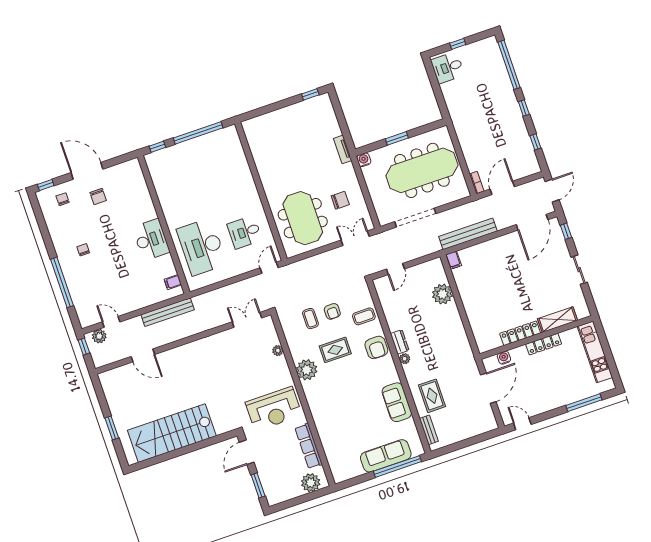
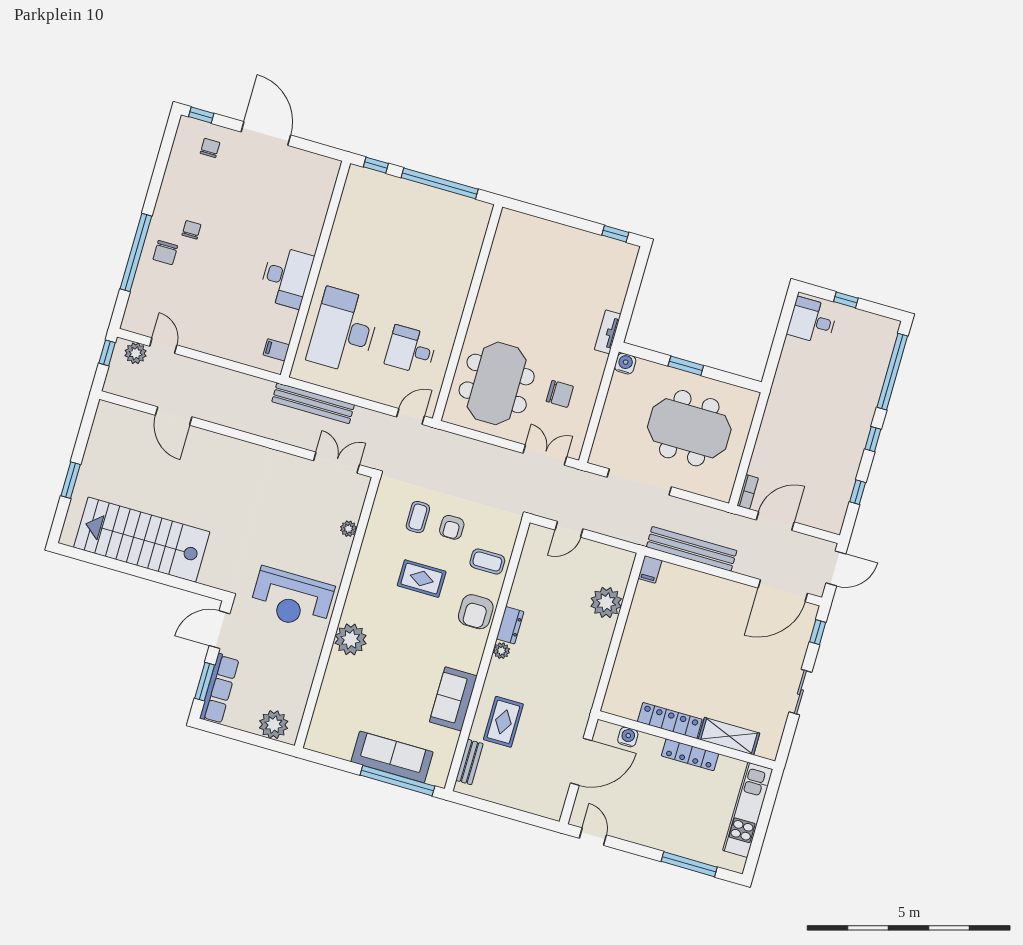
meeting table: (422, 170) -> (689, 428), width x0.73
chair: (98, 197) -> (165, 253), moved
bench: (168, 312) -> (313, 403), moved
plant: (307, 370) -> (351, 639), moved
row of seats: (309, 446) -> (219, 689), moved, turned 180

